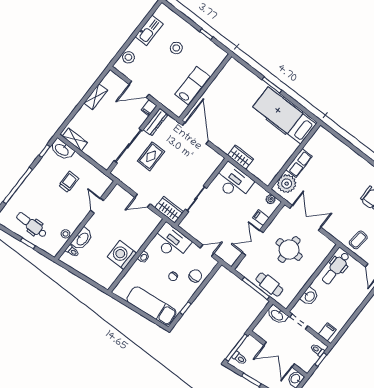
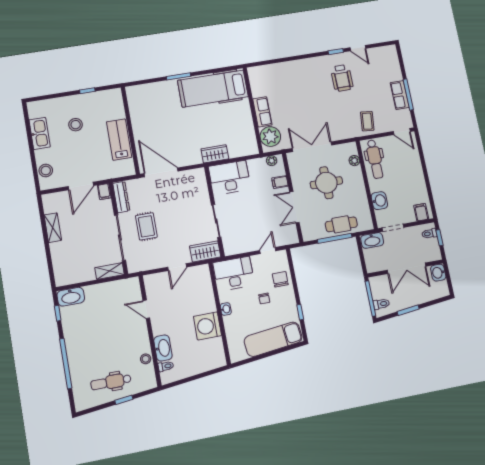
shelving: (75, 139) -> (110, 271), moved
trolley: (69, 182) -> (104, 316), removed
plant: (322, 255) -> (354, 161), added

